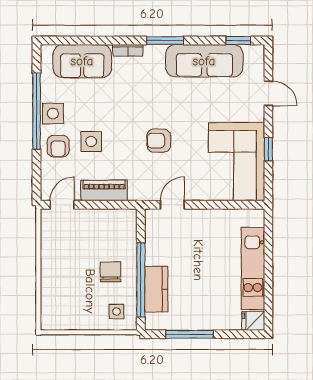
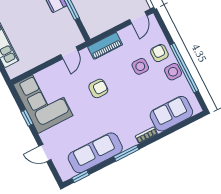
piano: (104, 191) -> (105, 46), moved

